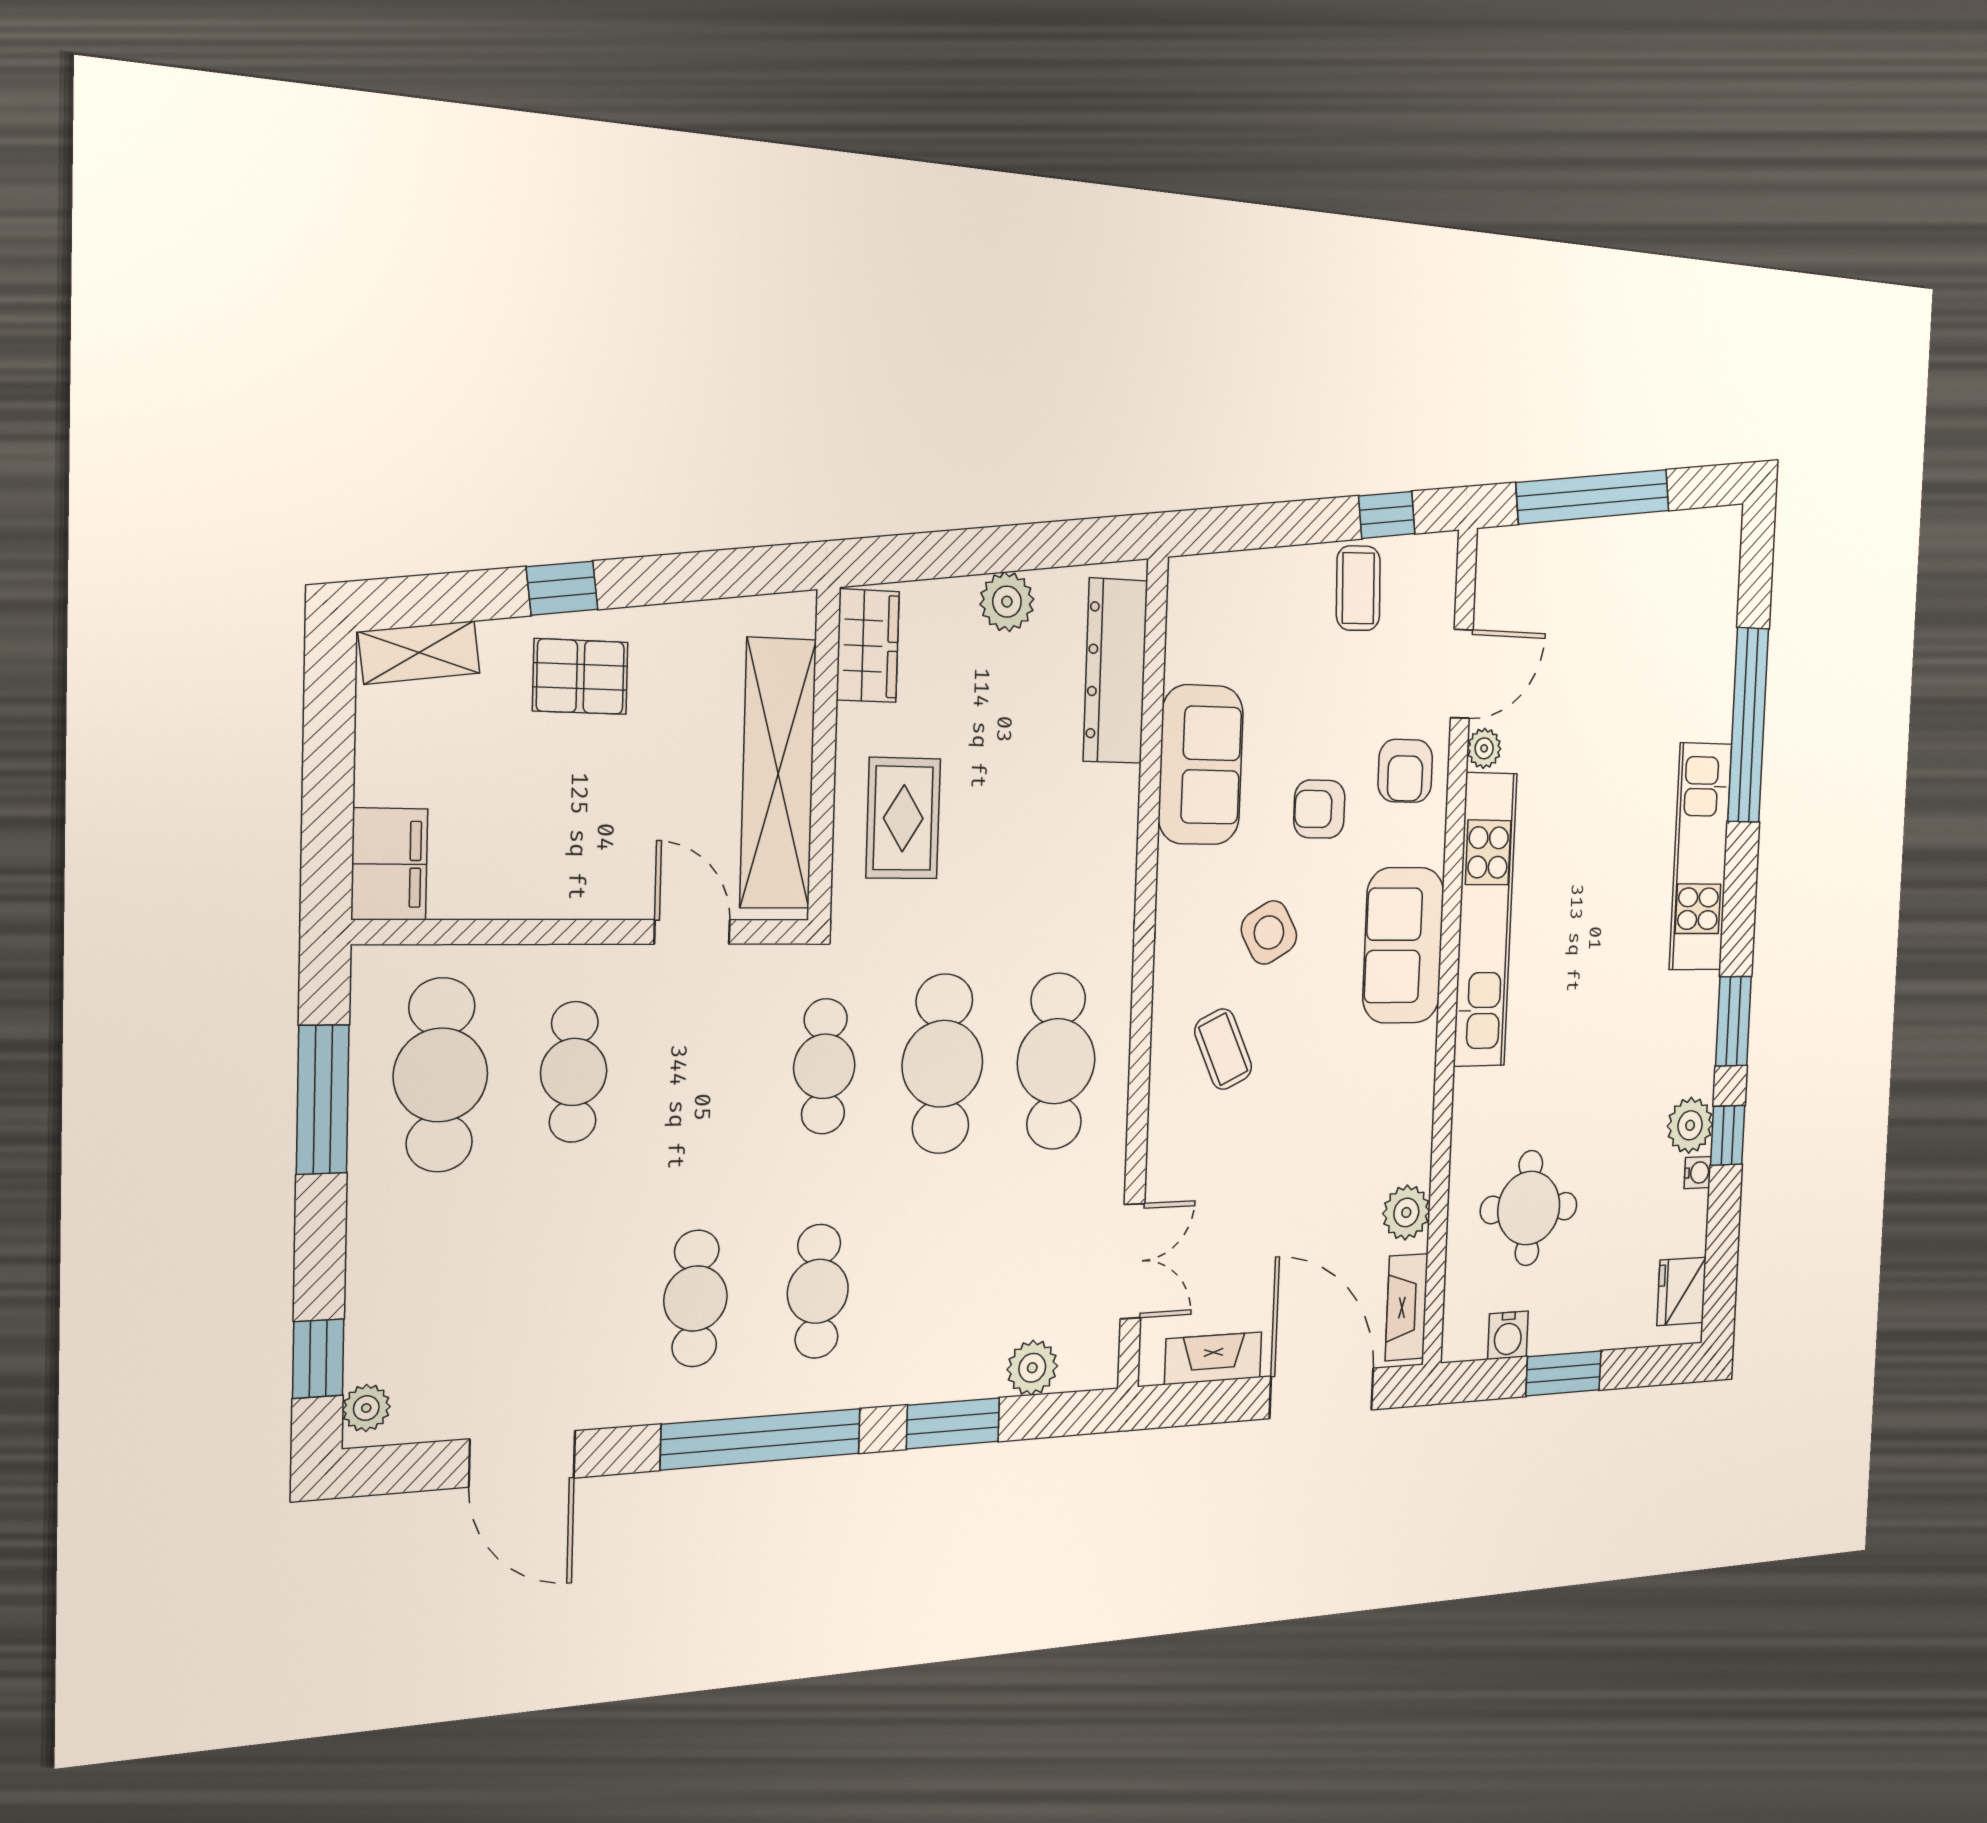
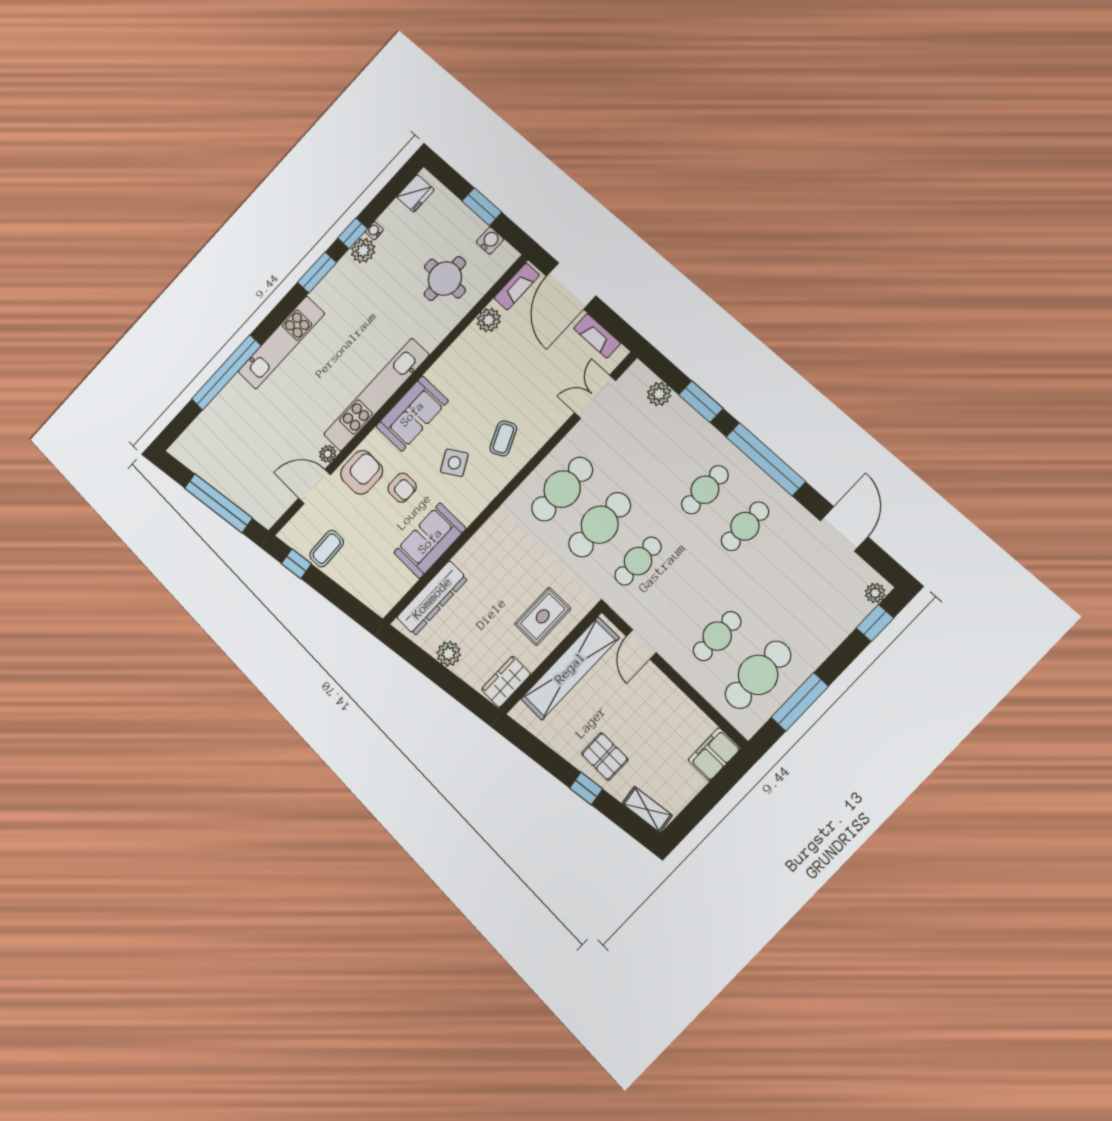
armchair: (1405, 771) -> (362, 472), width x1.38, depth x1.38

